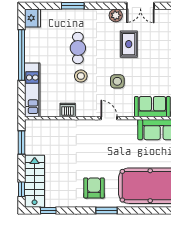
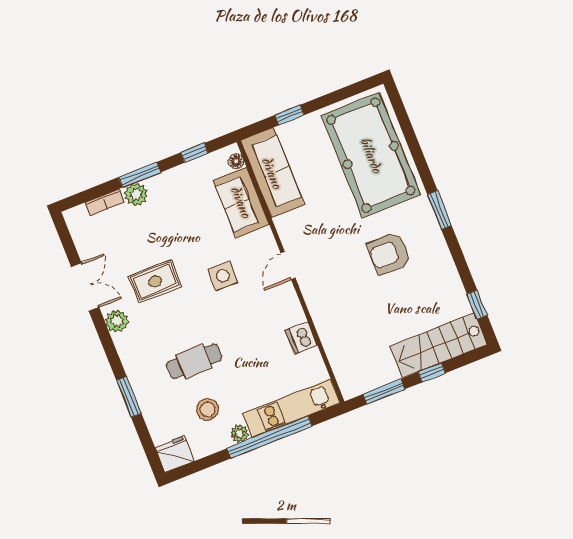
window: (22, 55) -> (269, 437), moved
plant: (30, 57) -> (239, 434), added
stool: (81, 76) -> (208, 410), moved
armchair: (94, 188) -> (389, 253), moved
window: (22, 189) -> (432, 373), moved

